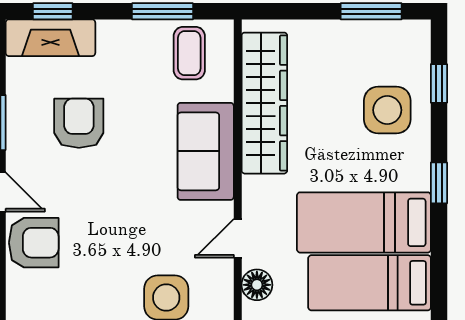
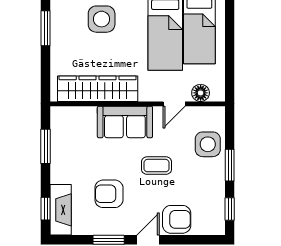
coffee table: (189, 53) -> (157, 166), moved
door: (238, 238) -> (174, 104), hinge flipped
armchair: (34, 243) -> (177, 219), turned 90

